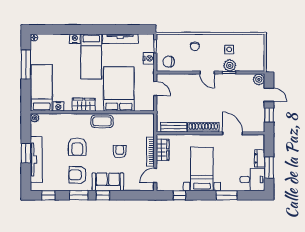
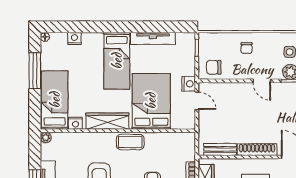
nightstand: (75, 39) -> (74, 39), moved
nightstand: (149, 58) -> (189, 84), moved
wardrobe: (84, 105) -> (107, 121), width x1.50

